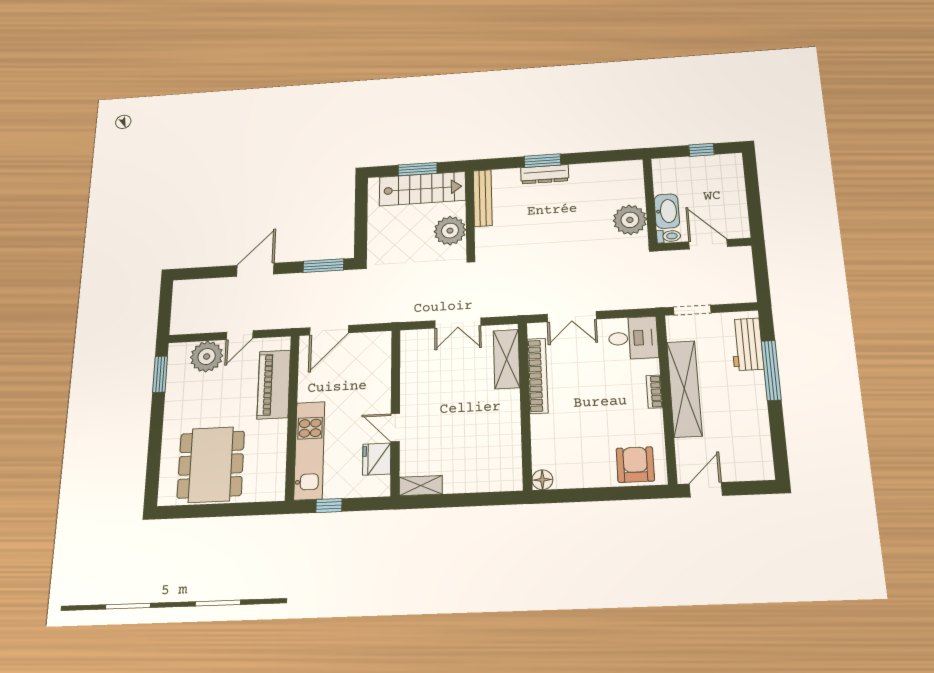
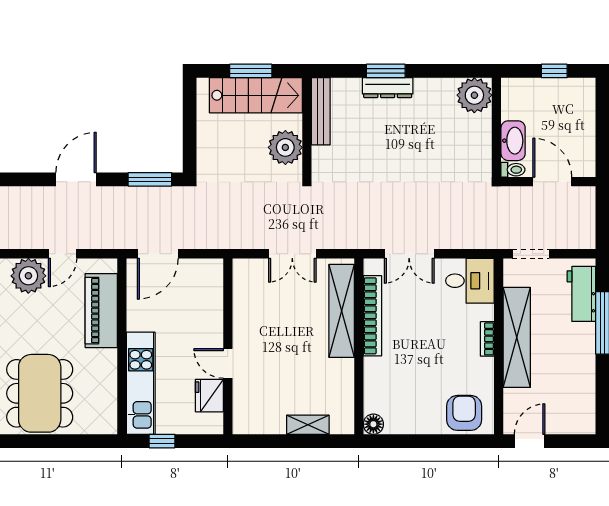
plant: (630, 220) -> (474, 95), moved
shelving: (507, 359) -> (342, 311), width x1.47
shelving: (421, 486) -> (308, 425), moved

